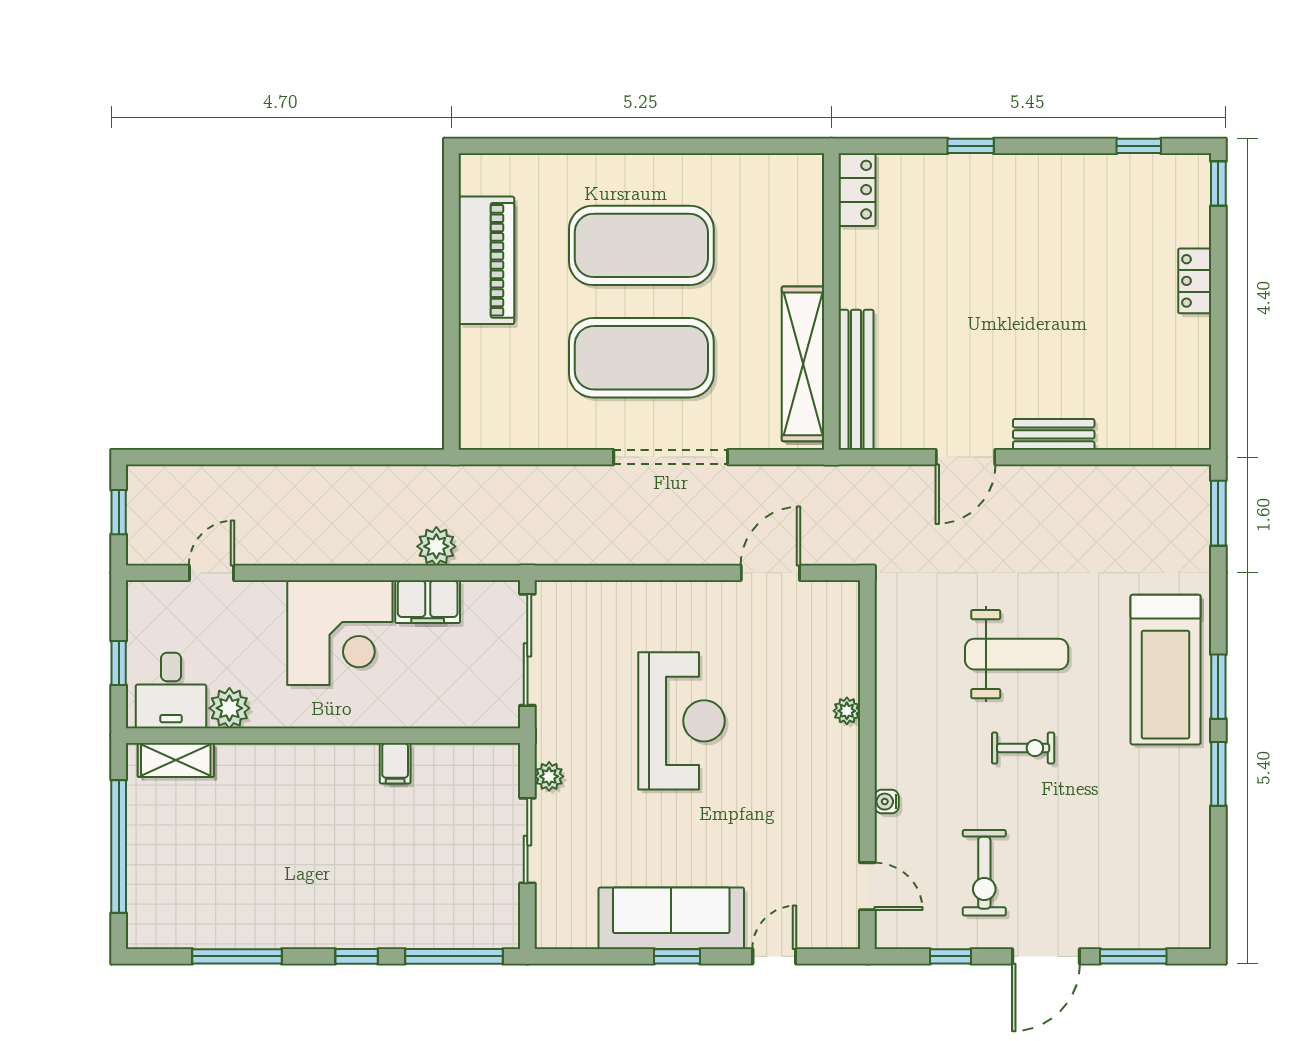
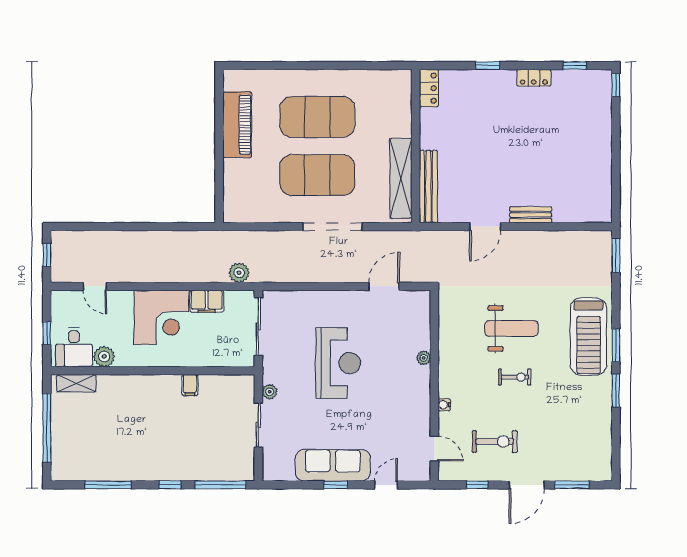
locker: (1195, 281) -> (534, 78), moved, turned -90
plant: (436, 546) -> (239, 273), moved
door: (211, 573) -> (95, 286), swing flipped
exercise bike: (984, 873) -> (495, 442), turned -90

